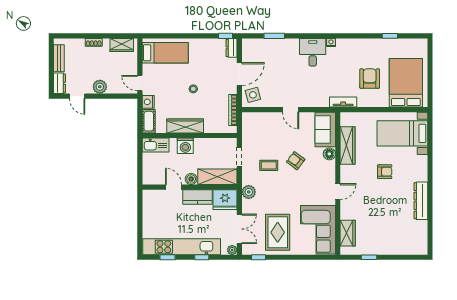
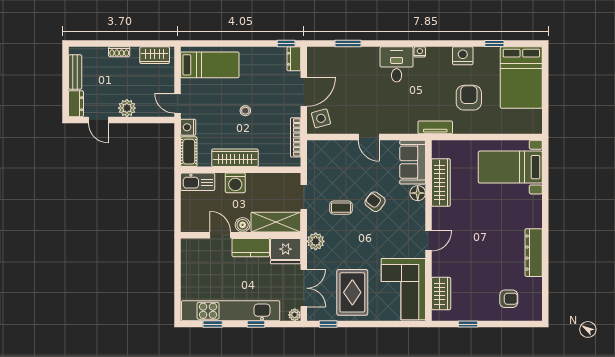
nightstand: (365, 45) -> (463, 56), added
bed: (406, 83) -> (521, 78), moved, turned 180
armchair: (385, 172) -> (509, 299), moved

